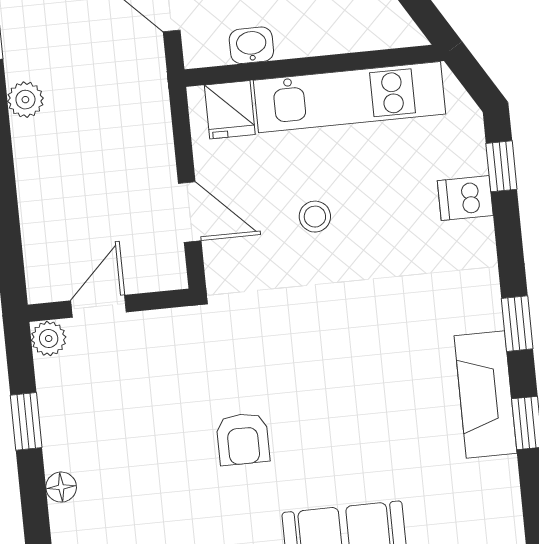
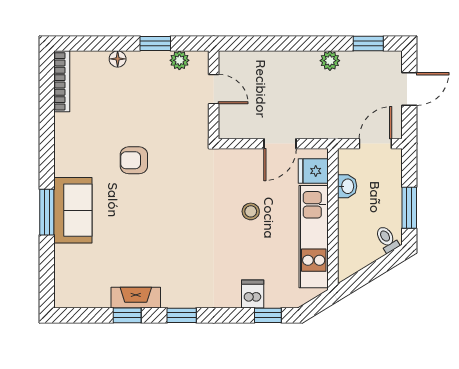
door: (190, 212) -> (280, 144), moved
plant: (49, 339) -> (179, 60), moved
fireplace: (486, 395) -> (136, 298), width x0.73, depth x0.76

